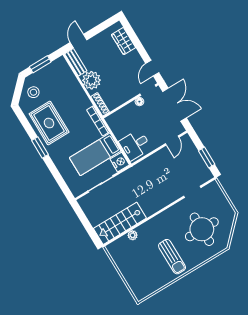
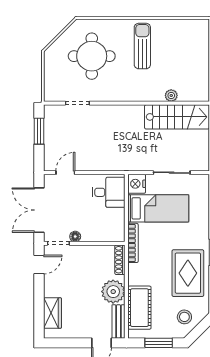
cot: (67, 80) -> (139, 308), added

